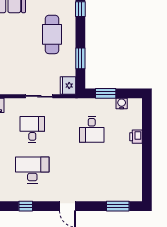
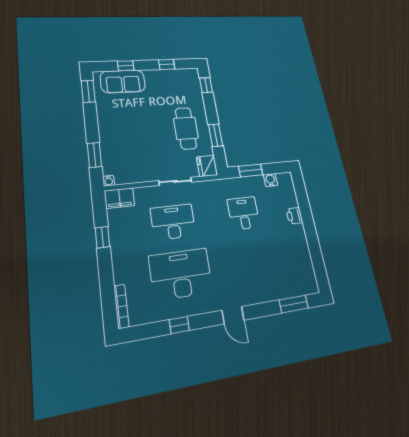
cafe table: (52, 34) -> (186, 128), moved
desk: (32, 129) -> (173, 222), width x1.37
desk: (92, 129) -> (244, 213), turned 180
desk: (32, 170) -> (181, 274), width x1.36, depth x1.30

